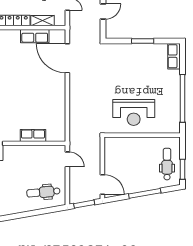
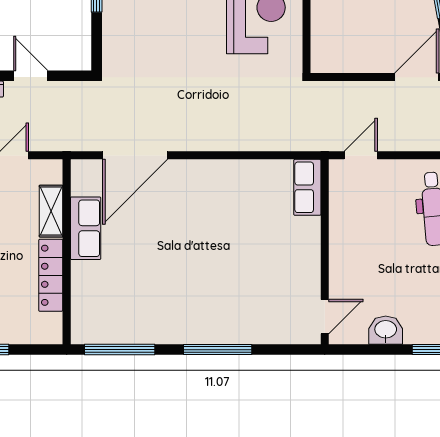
row of seats: (33, 136) -> (307, 187), moved

